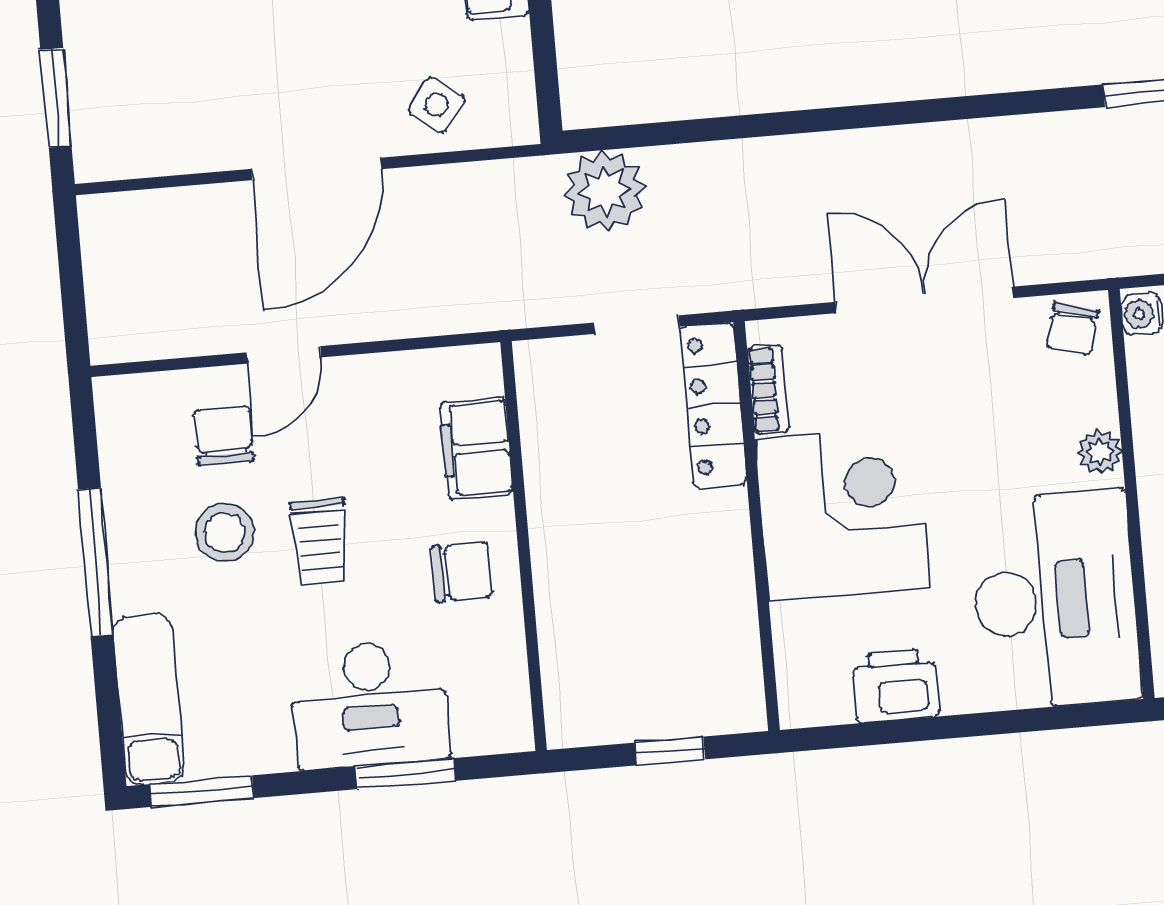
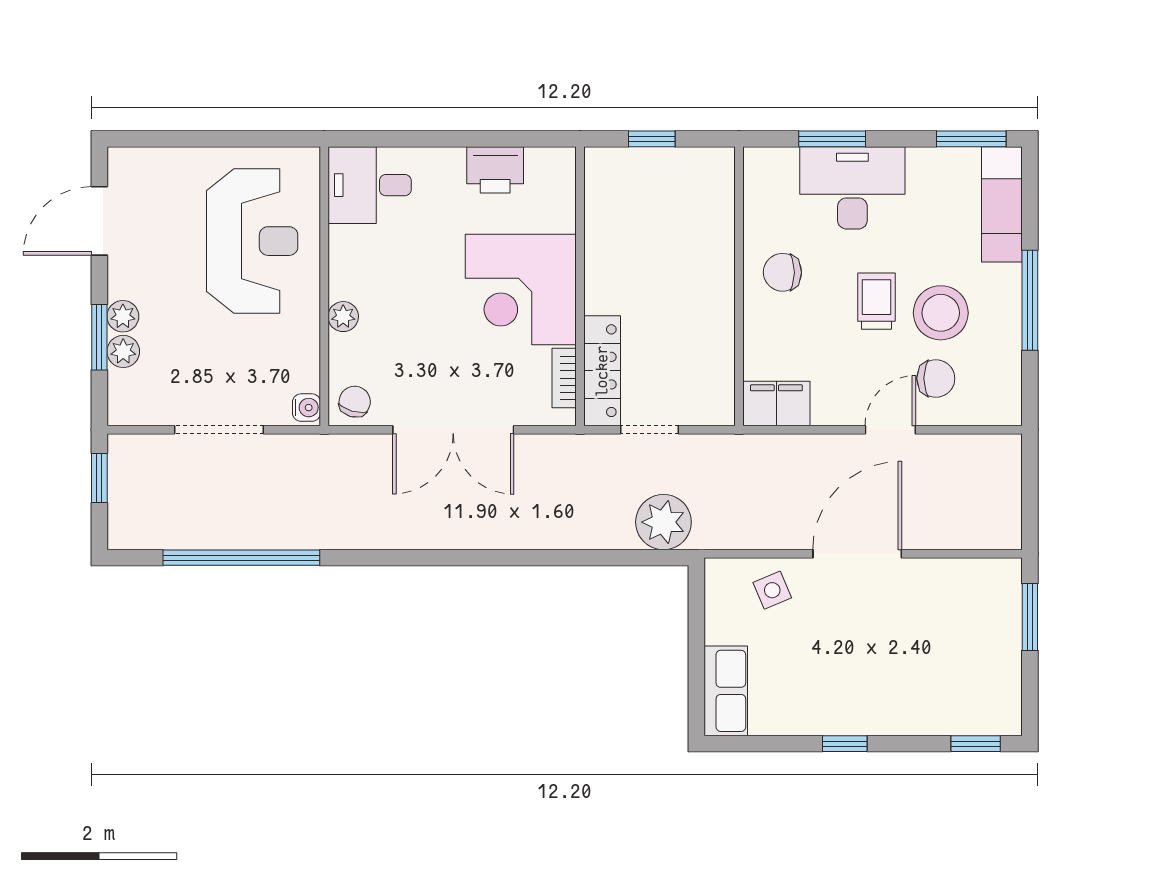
side table: (437, 105) -> (772, 590), turned 31
chair: (224, 436) -> (936, 378), turned -90
filing cabinet: (477, 448) -> (776, 403), moved, turned -90
stool: (225, 532) -> (941, 313), width x1.38, depth x1.38
desk: (1055, 600) -> (370, 185), width x0.53, depth x0.77

